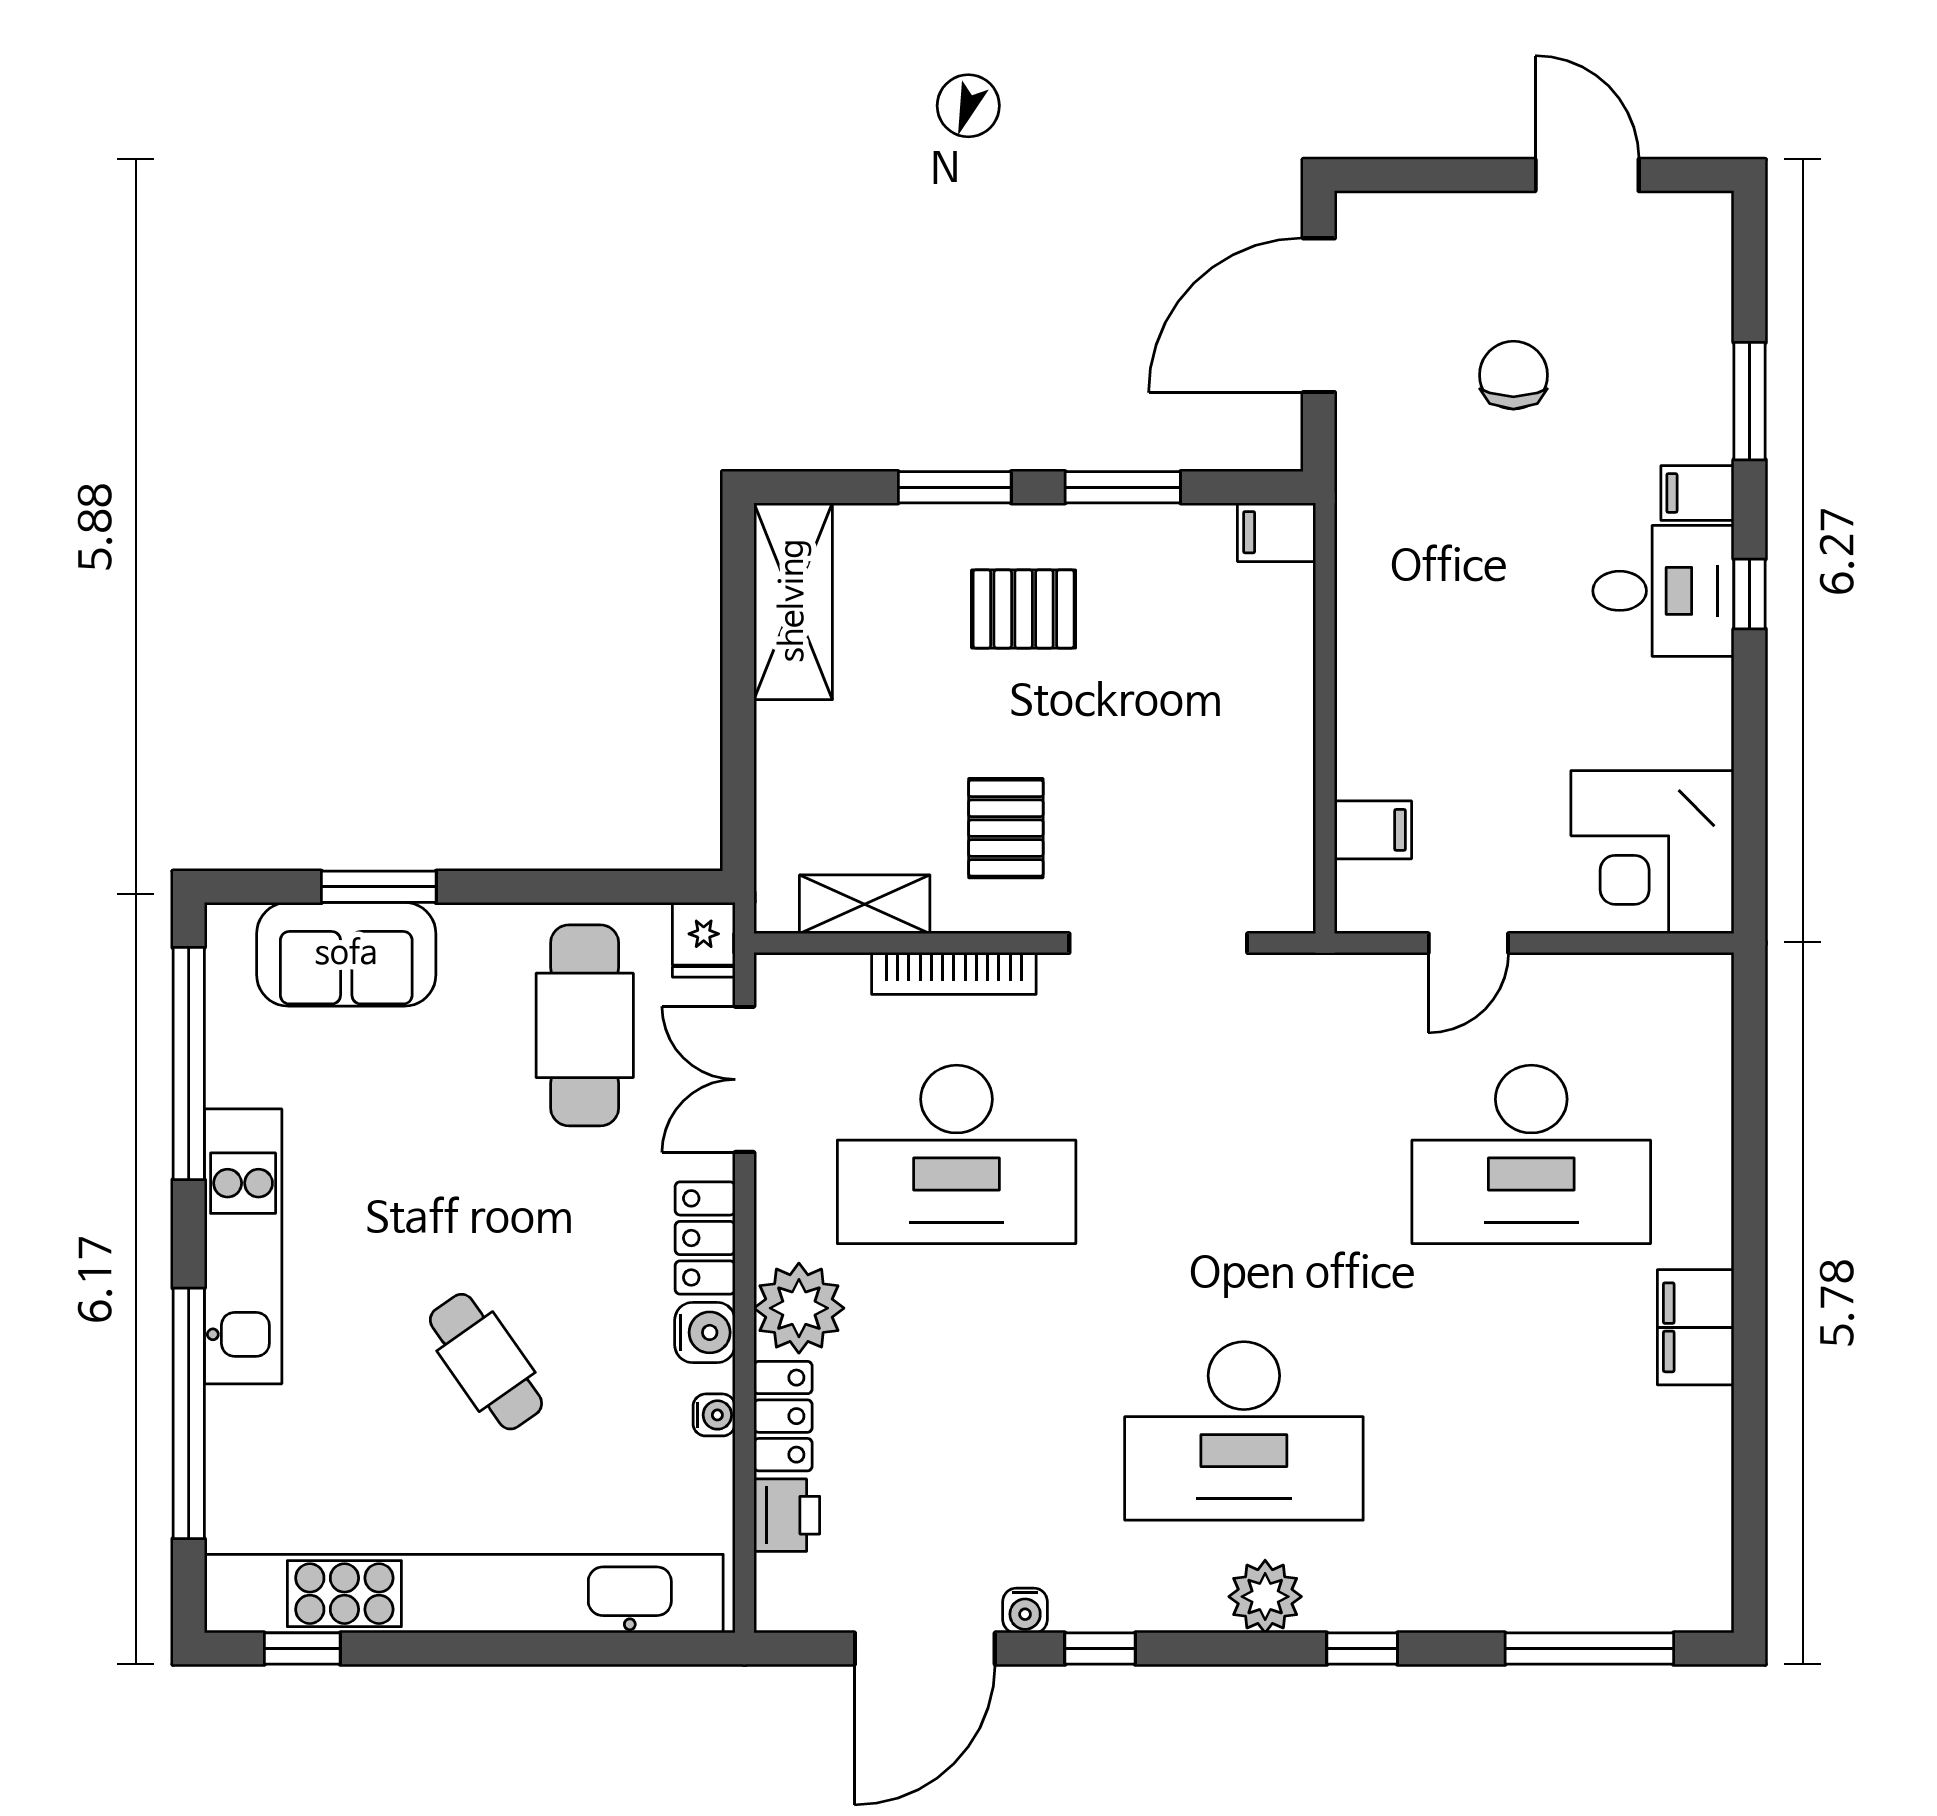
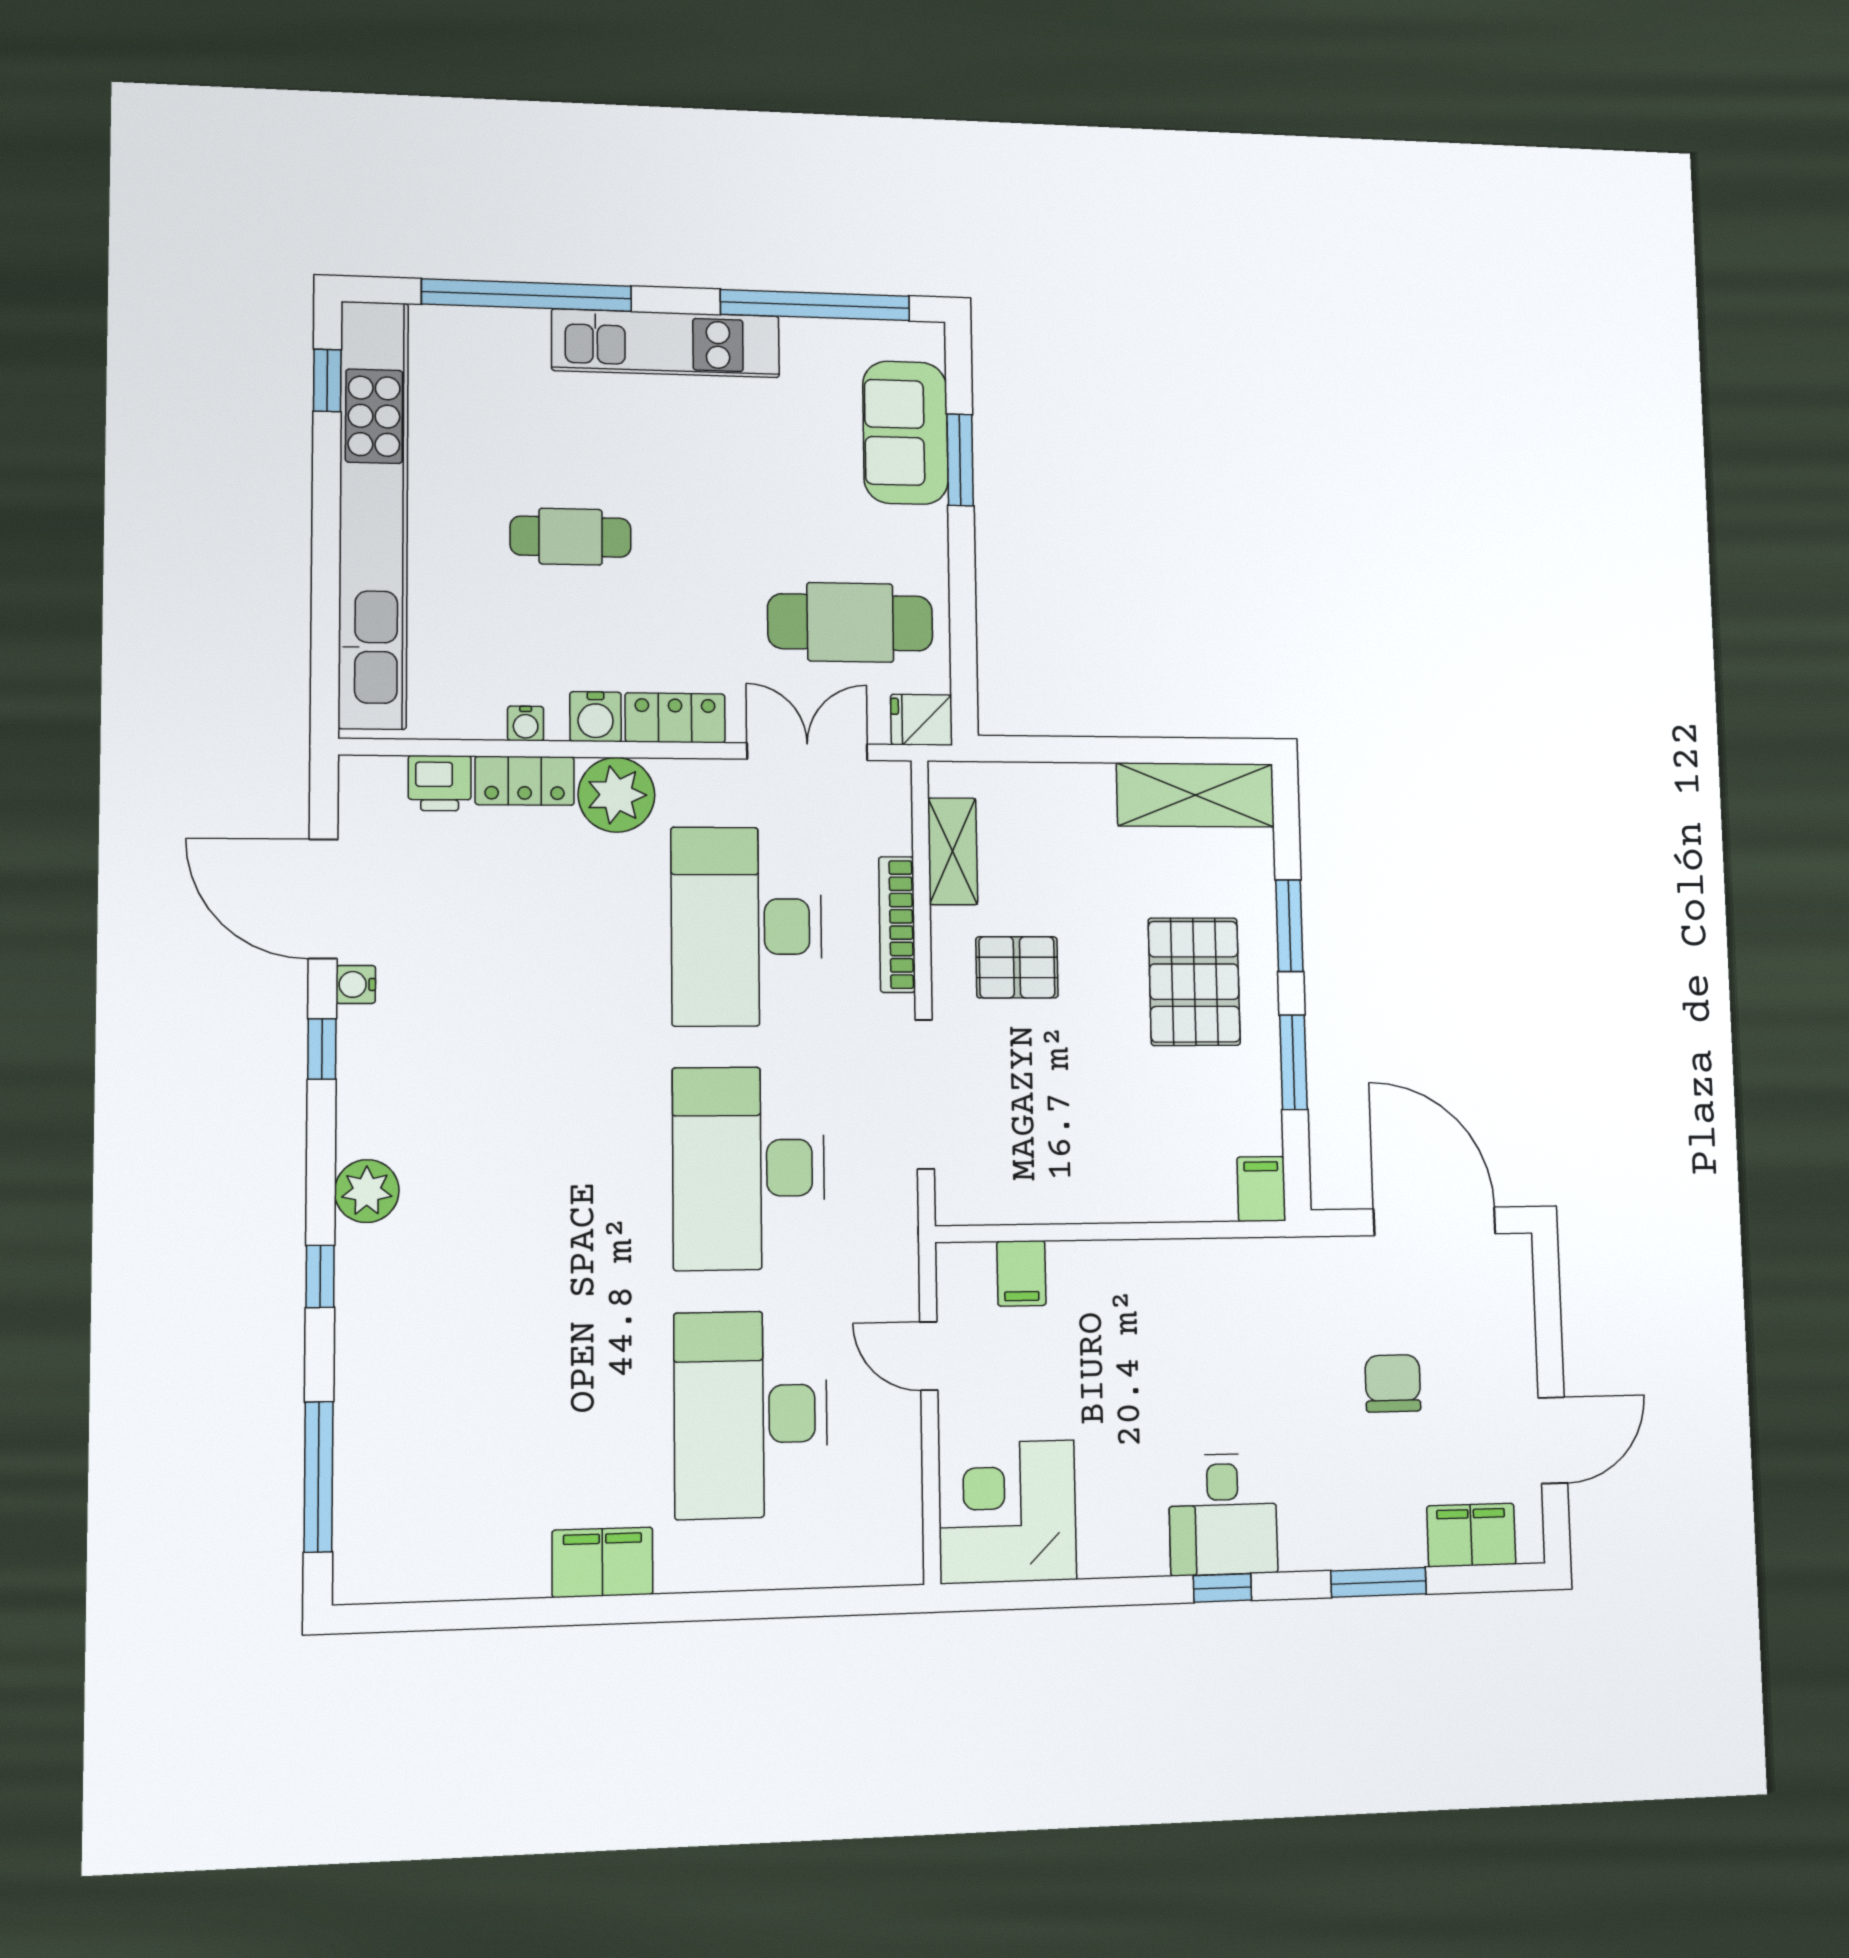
chair: (1513, 375) -> (1393, 1383), turned -90
filing cabinet: (1697, 493) -> (1471, 1535), moved, width x2.00
pallet: (1024, 609) -> (1194, 982), width x1.50, depth x1.42
cafe table: (486, 1362) -> (571, 537), turned 35
desk: (1244, 1431) -> (749, 1168), moved

